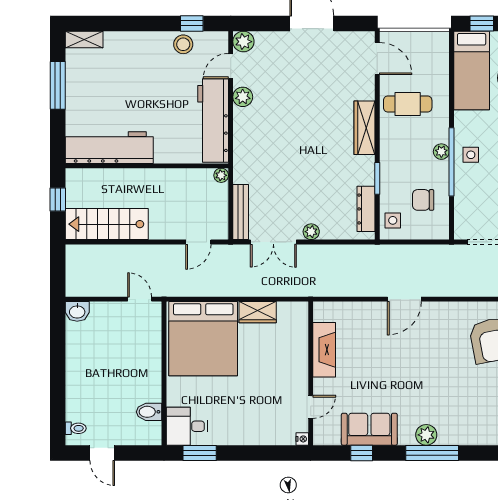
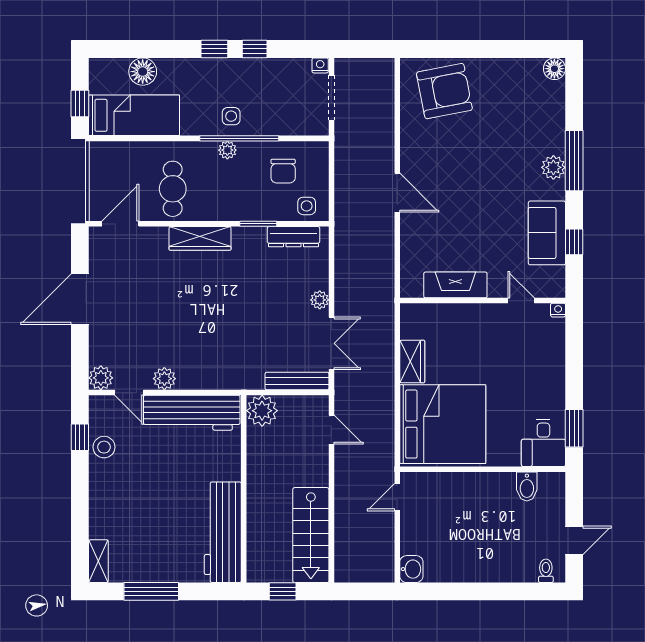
plant: (221, 175) -> (262, 411), width x1.88, depth x1.88

